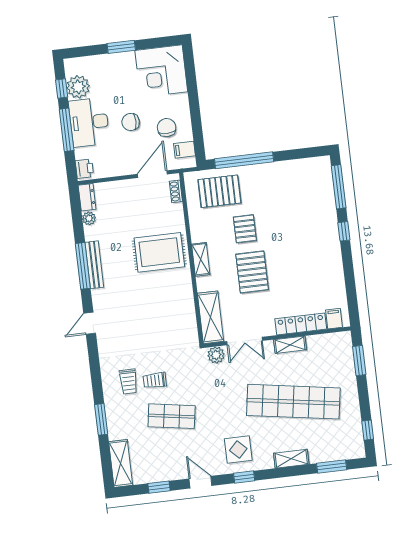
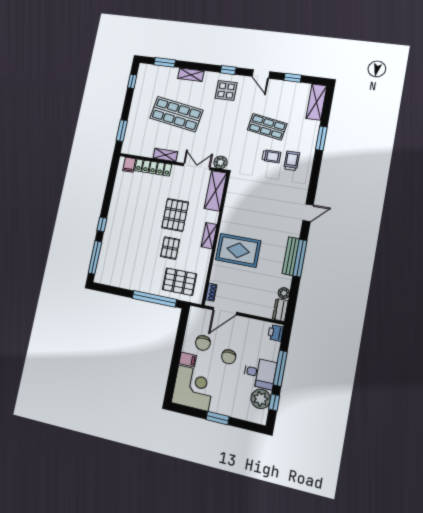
desk: (89, 122) -> (260, 373), width x0.73
chair: (131, 122) -> (229, 357), turned 90
filing cabinet: (185, 150) -> (188, 360), moved
shop shelf: (293, 402) -> (176, 114), width x0.71

